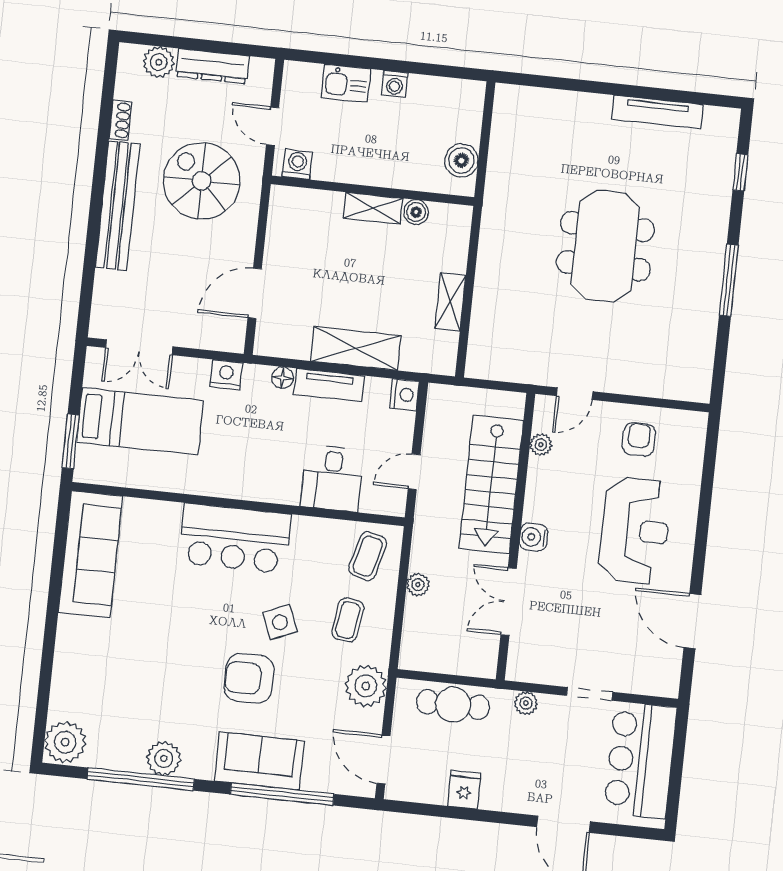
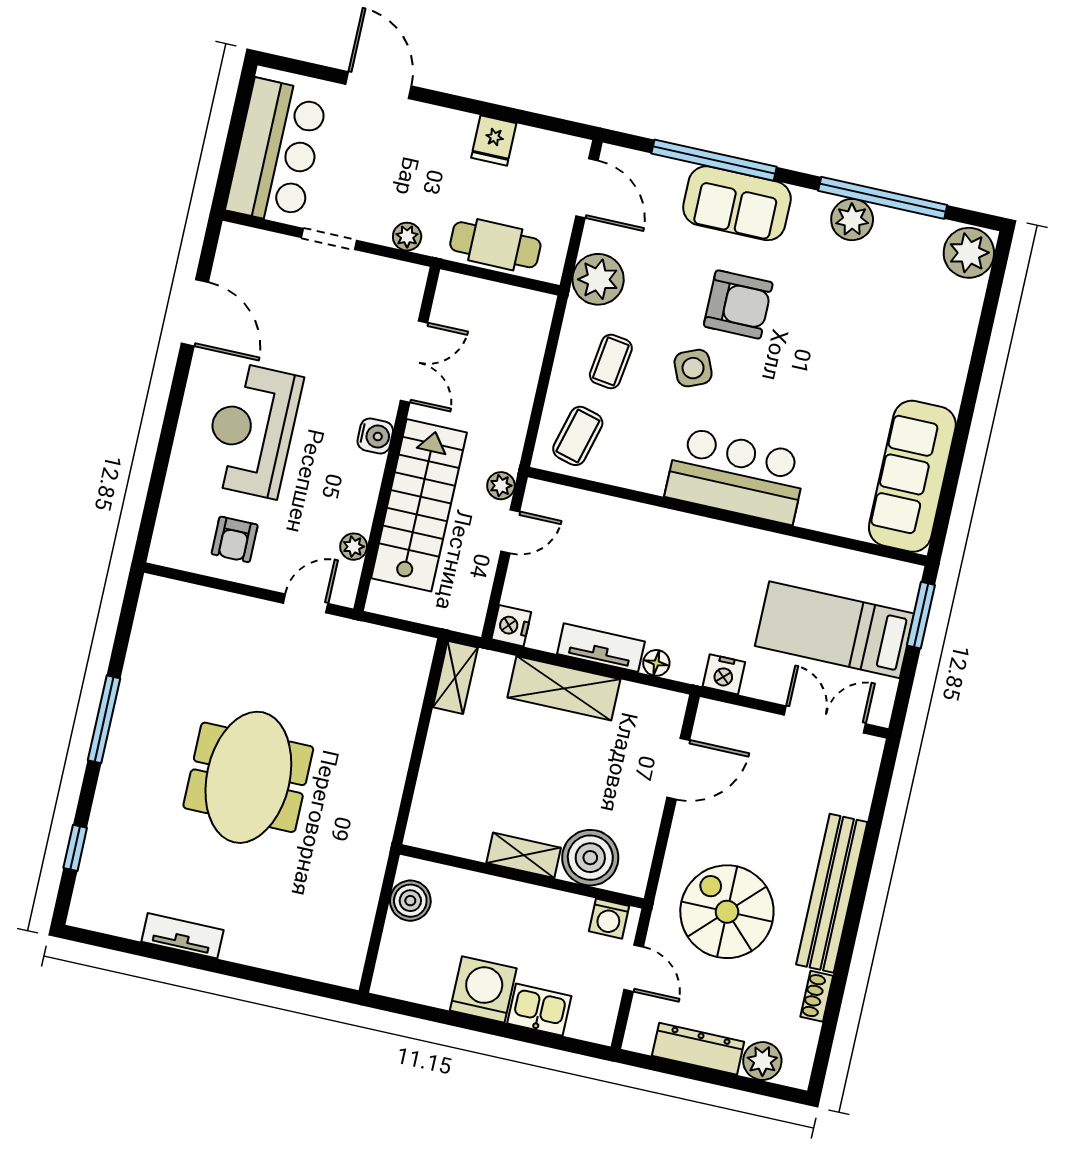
washing machine: (395, 84) -> (483, 989), width x1.89, depth x1.89
tv unit: (657, 112) -> (182, 936), width x0.71
spiral stairs: (202, 181) -> (727, 912), turned 180
boiler: (416, 212) -> (590, 858), moved, width x1.86, depth x1.86
shelving: (450, 302) -> (455, 677), moved
desk: (332, 478) -> (610, 535), removed
plant: (418, 585) -> (501, 486), moved

